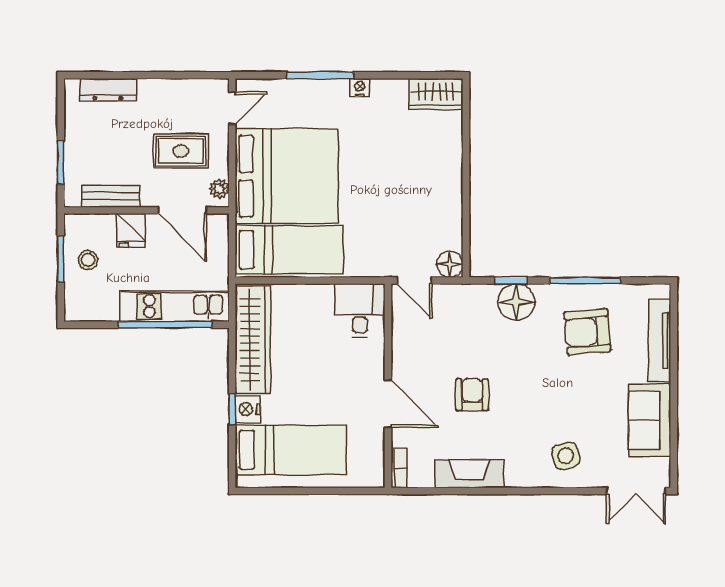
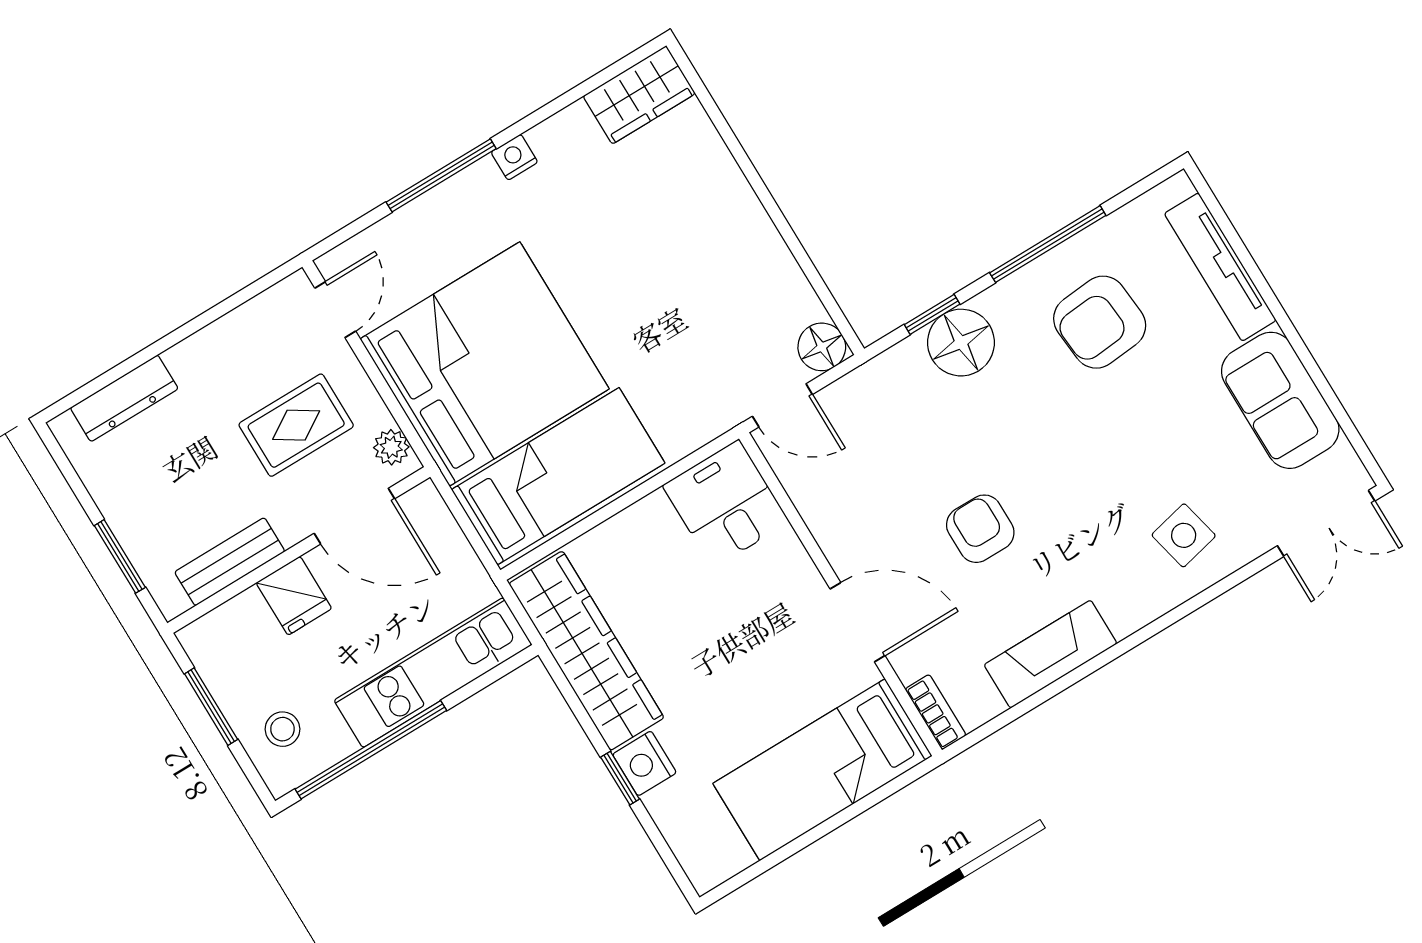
stool: (88, 260) -> (282, 729), moved
window: (165, 325) -> (371, 750), moved
bed: (291, 450) -> (823, 770), moved, turned 180

